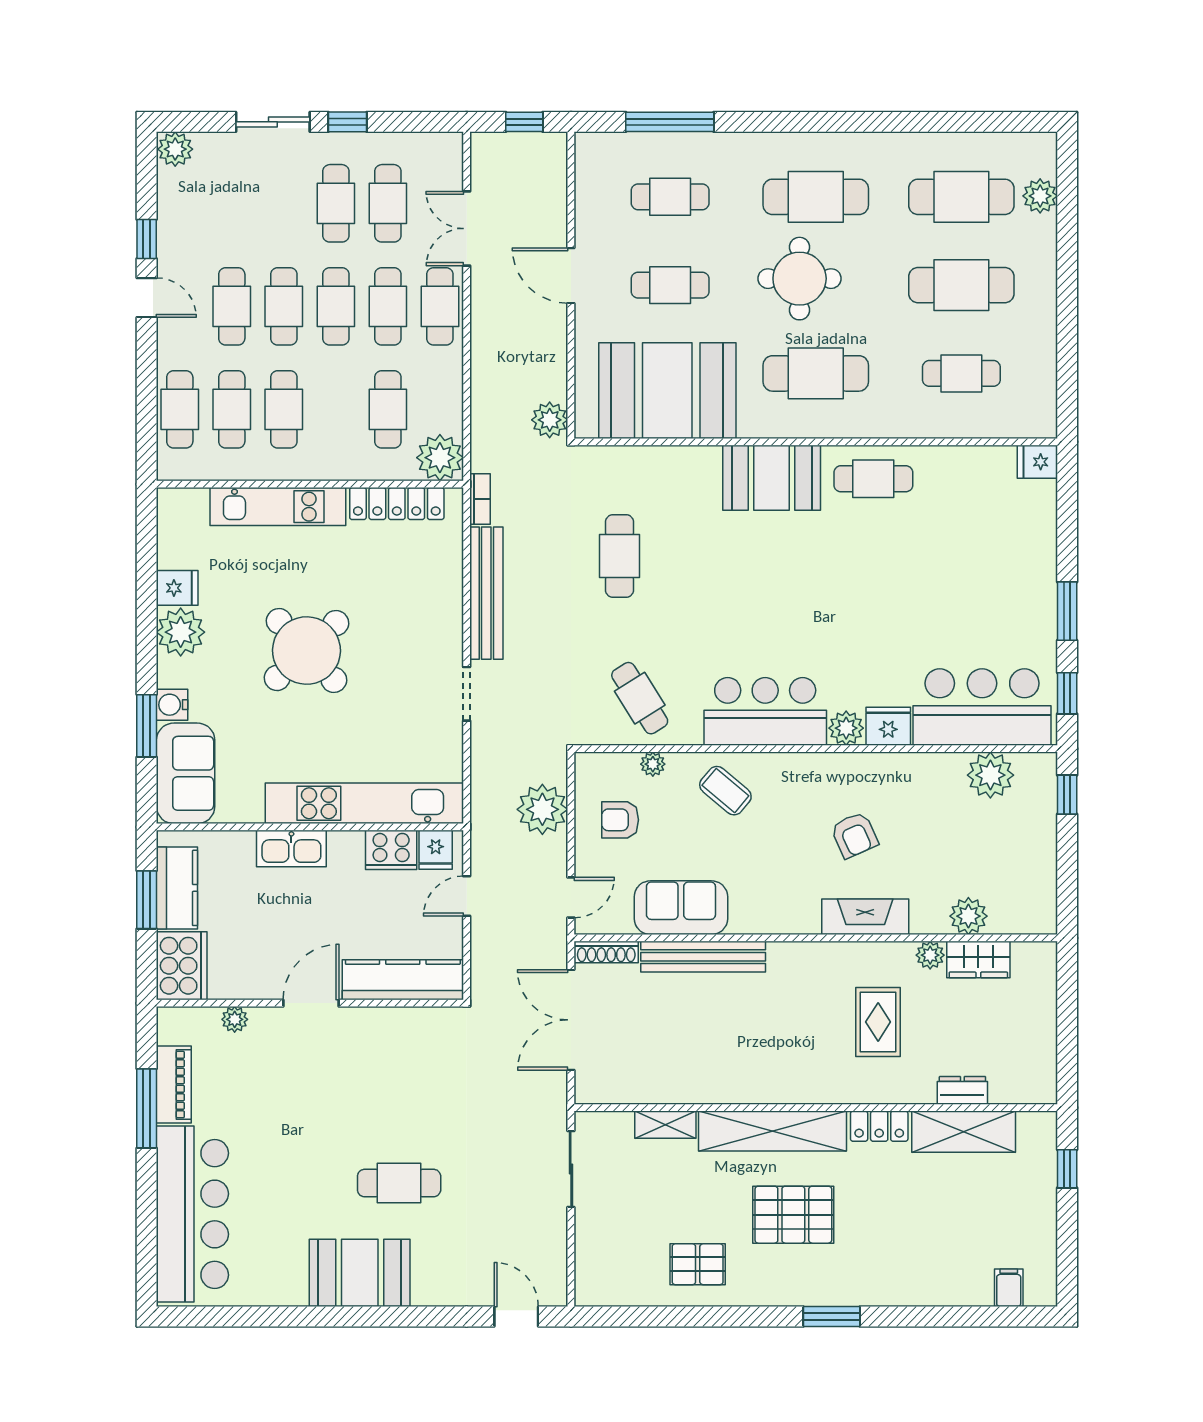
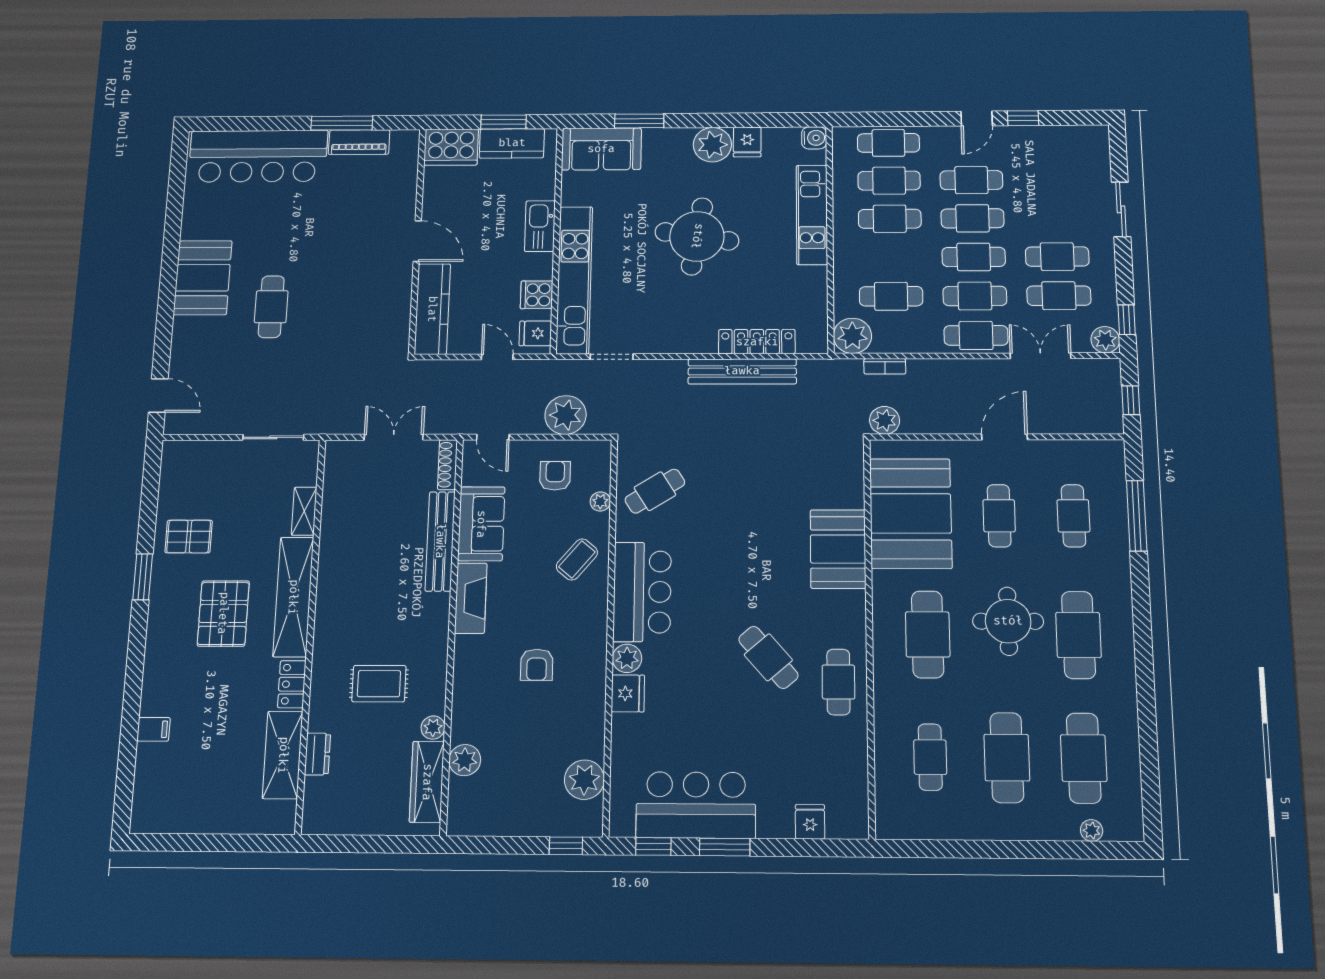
window: (347, 122) -> (1127, 320), moved
plant: (175, 149) -> (1105, 340), moved
plant: (1040, 196) -> (1092, 830), width x0.73, depth x0.73
fridge: (1037, 462) -> (810, 822), moved
booth: (772, 478) -> (838, 549), moved
bookcase: (480, 499) -> (885, 366), moved
locker: (397, 504) -> (757, 342), moved, turned 90
cafe table: (620, 556) -> (768, 657), moved, turned 49
round table: (306, 651) -> (697, 236), turned -38
doorway: (467, 694) -> (612, 357), moved
water cooler: (172, 705) -> (814, 138), moved, turned 90
bar counter: (982, 707) -> (696, 805), moved, turned -90
armchair: (854, 835) -> (537, 665), turned -66
cooker: (391, 850) -> (537, 295), width x0.73
fireplace: (865, 917) -> (471, 598), moved
wardrobe: (978, 960) -> (427, 782), width x1.50
plant: (235, 1019) -> (407, 186), removed
double door: (571, 1020) -> (394, 437), width x0.73
window: (1067, 1169) -> (245, 843), removed
pallet: (698, 1264) -> (189, 537), turned 90
filing cabinet: (1009, 1288) -> (153, 729), moved
door: (516, 1317) -> (158, 395), hinge flipped
window: (832, 1317) -> (143, 577), moved

